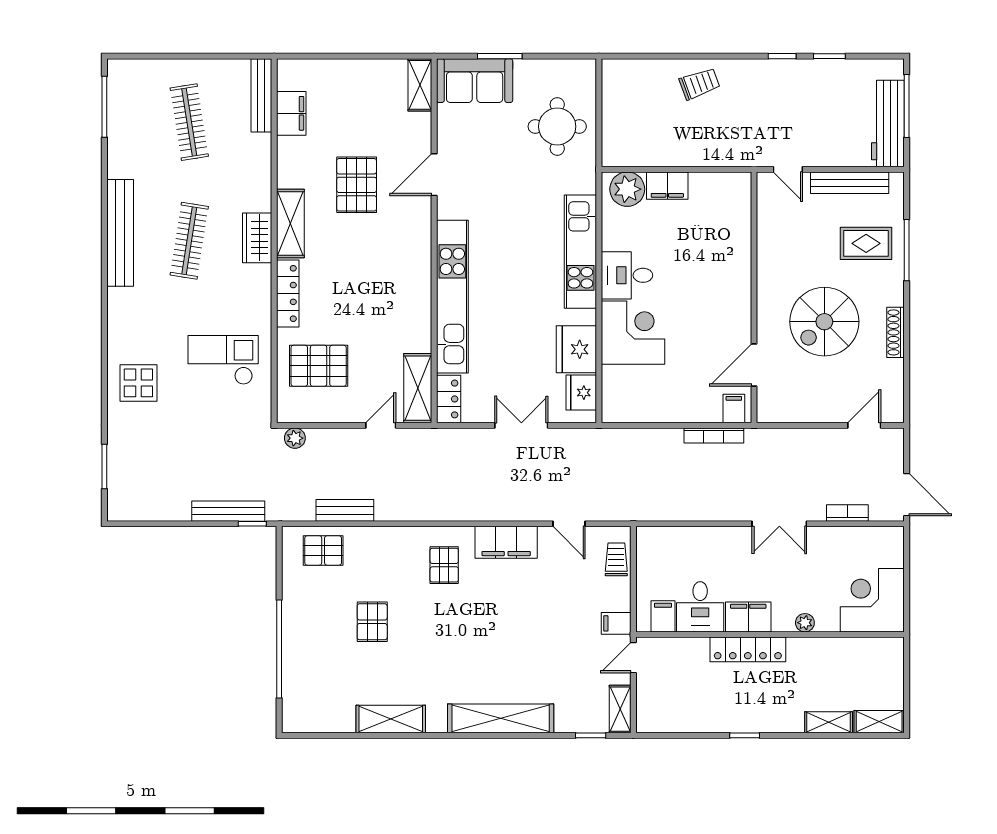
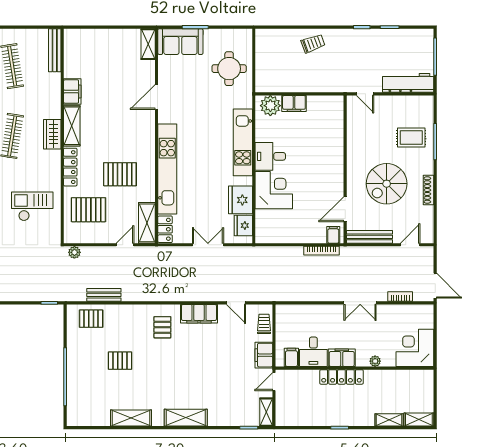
filing cabinet: (291, 113) -> (72, 92), moved
workbench: (888, 124) -> (408, 83), moved, turned 90
bench: (850, 183) -> (370, 237), moved
pallet: (357, 185) -> (120, 174), moved, turned 90
bench: (228, 511) -> (35, 295), removed
pallet: (372, 622) -> (120, 361), turned 90
filing cabinet: (616, 623) -> (264, 355), width x2.00
shelving: (501, 718) -> (186, 418), width x0.68

